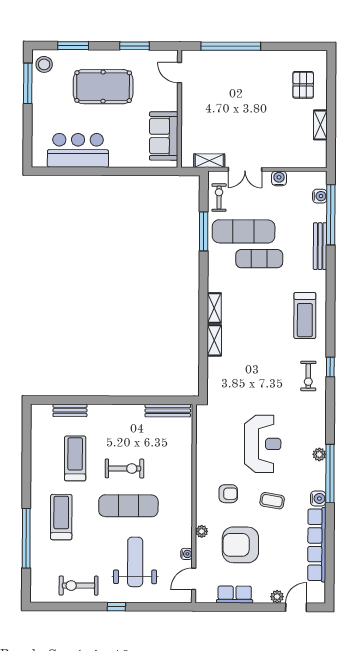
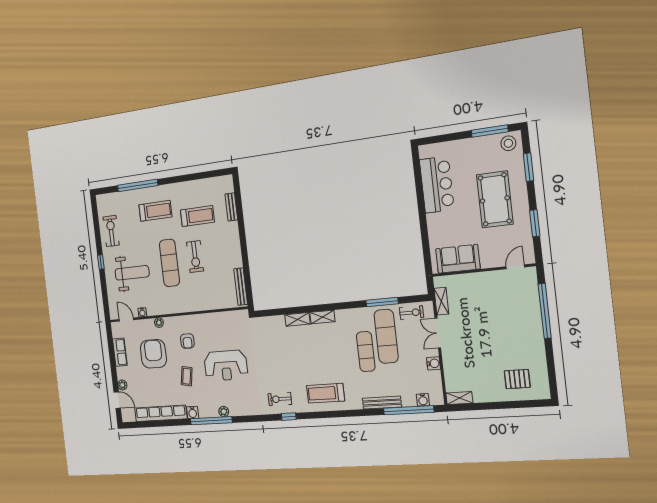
shelving: (320, 125) -> (459, 398), moved

